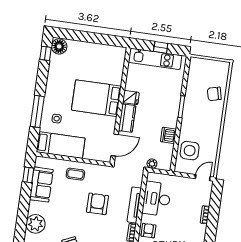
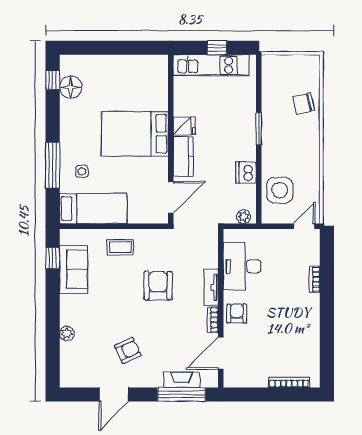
floor lamp: (59, 46) -> (71, 87), moved
plant: (152, 164) -> (244, 217), moved
tv unit: (134, 205) -> (211, 287), width x0.71
plant: (36, 224) -> (67, 333), width x0.53, depth x0.53

